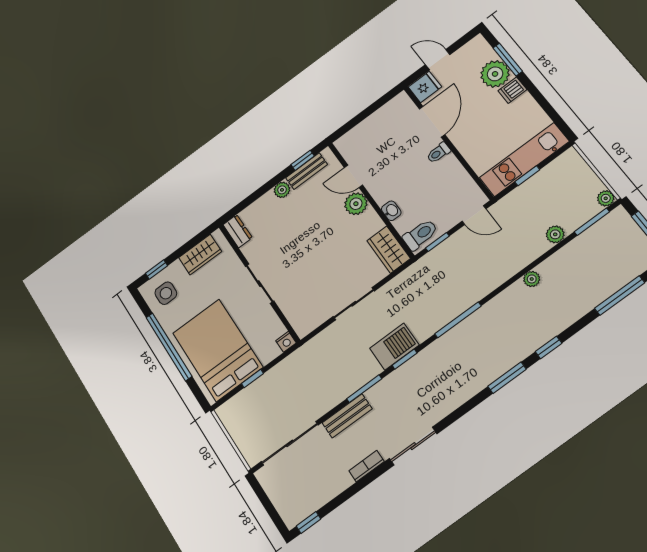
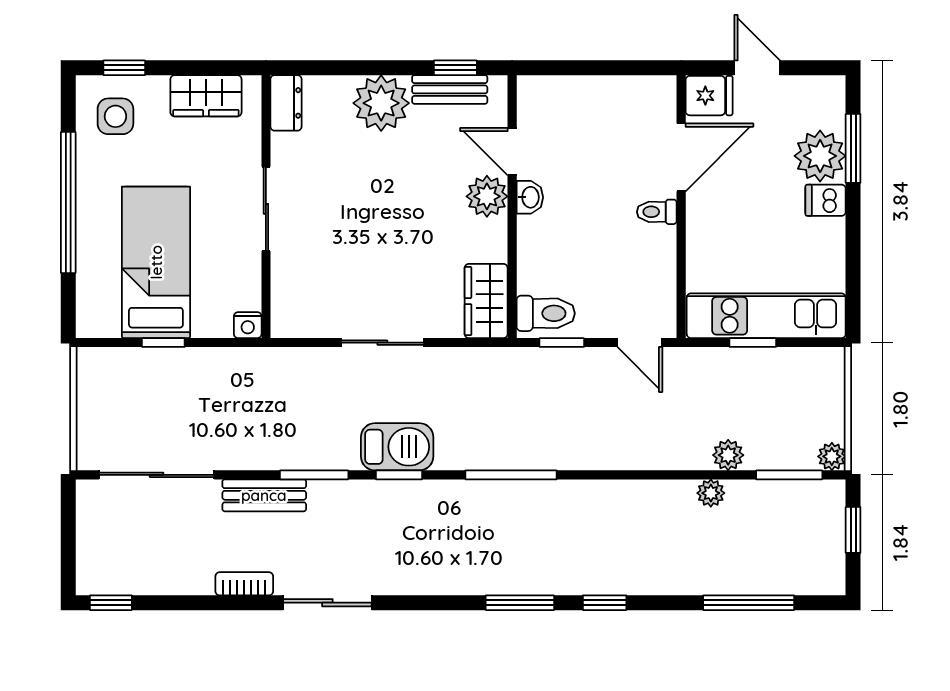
plant: (282, 190) -> (381, 103), width x1.87, depth x1.87
washbasin: (391, 211) -> (530, 197), moved
plant: (532, 279) -> (711, 493), moved
bed: (218, 350) -> (156, 262), width x0.67

